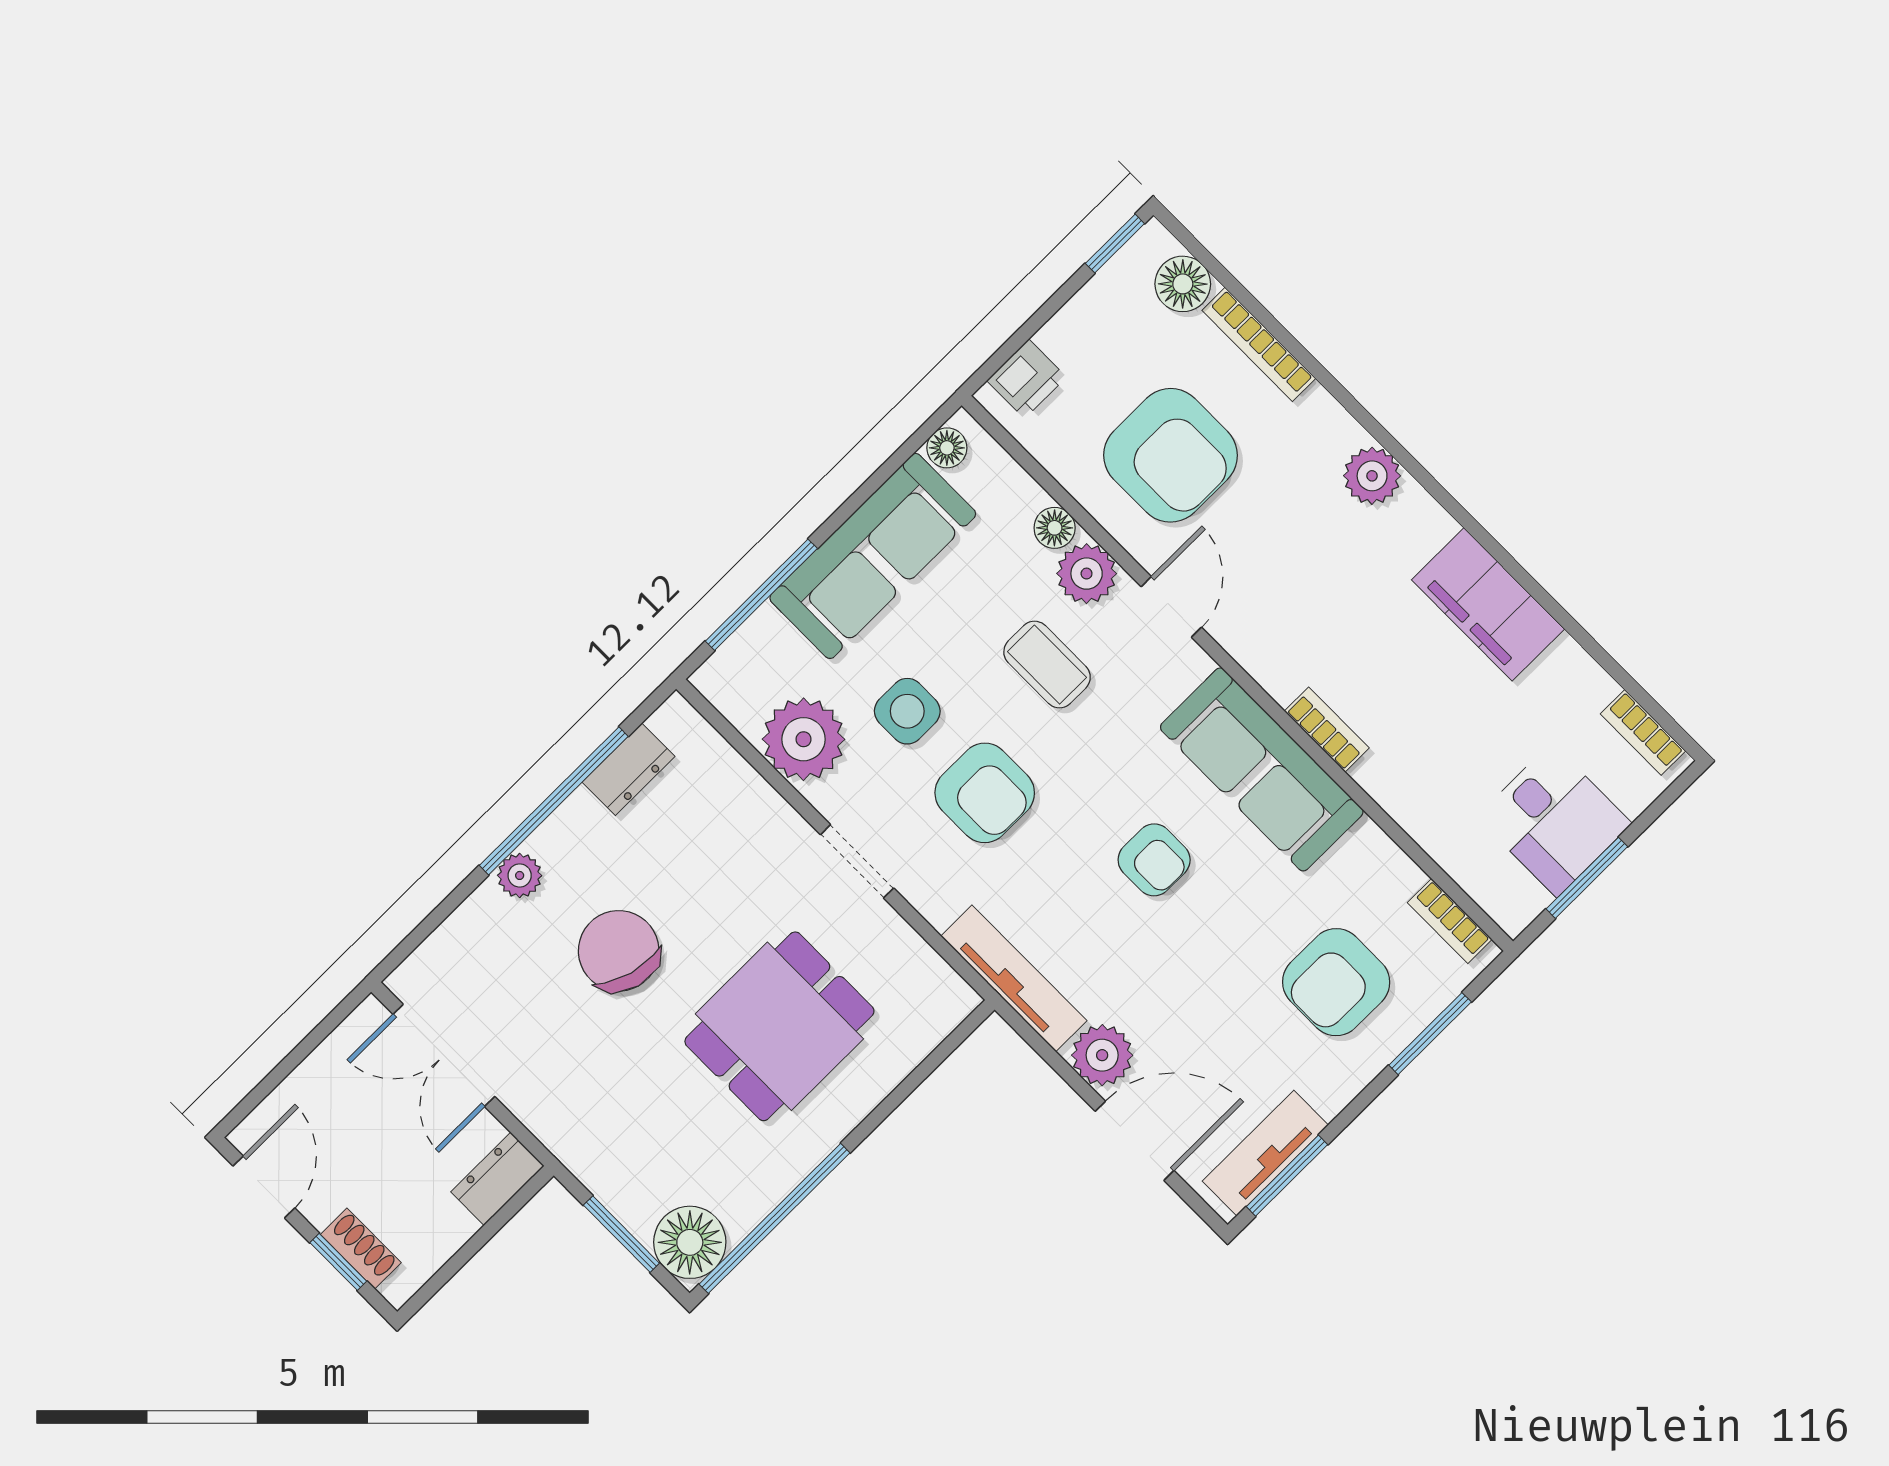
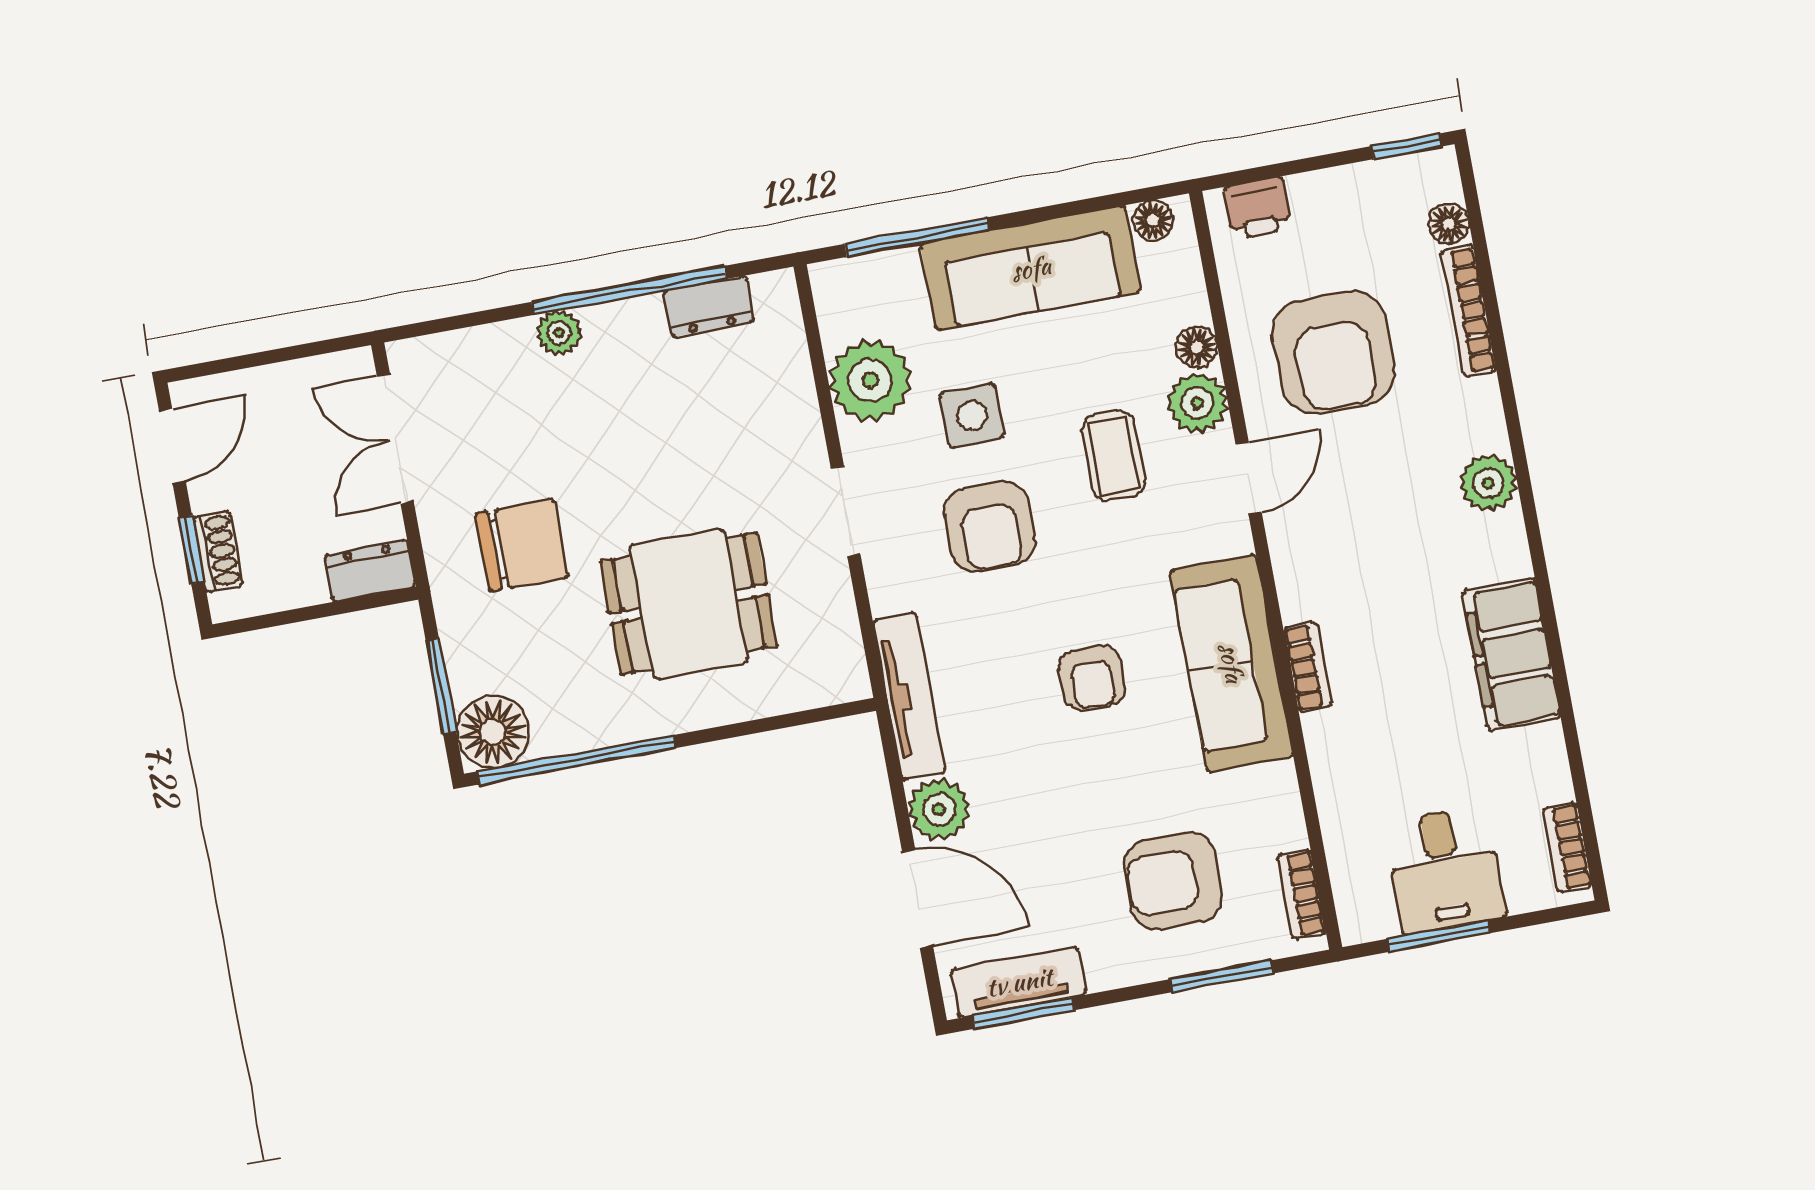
floor lamp: (1183, 284) -> (1449, 224), width x0.73, depth x0.73
chair: (619, 951) -> (522, 545), moved, turned 75

